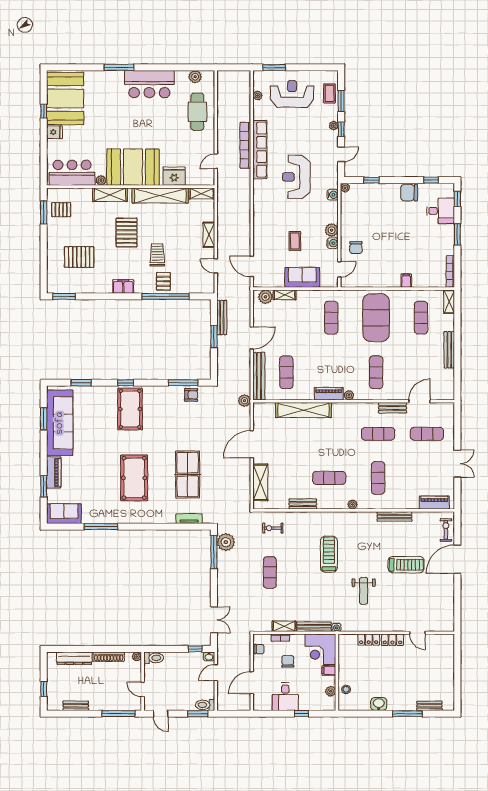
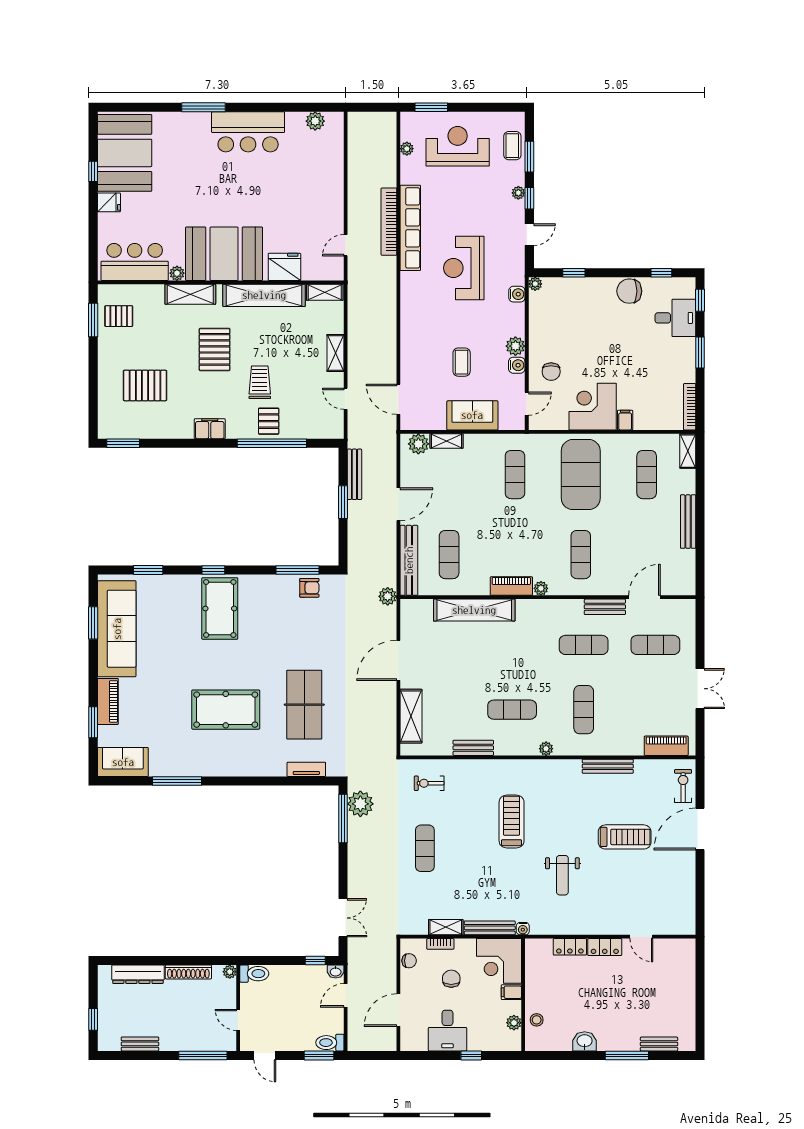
cafe table: (197, 112) -> (318, 172), removed
corner desk: (384, 271) -> (593, 407), added
pool table: (134, 478) -> (226, 710), turned 90

